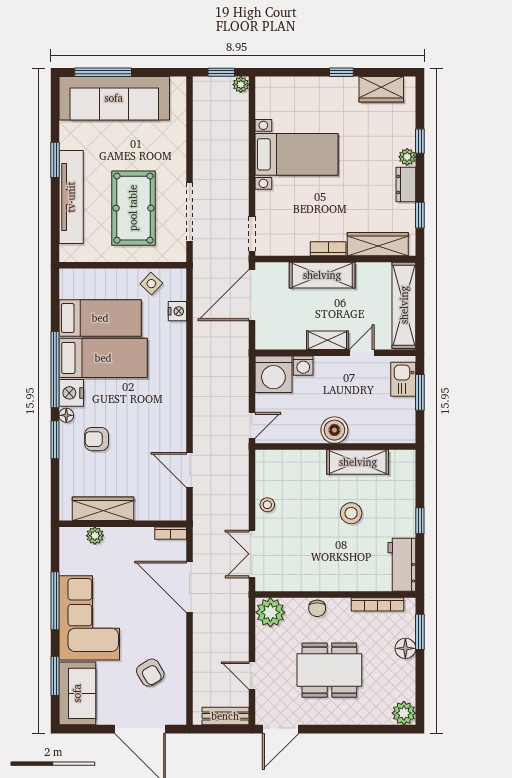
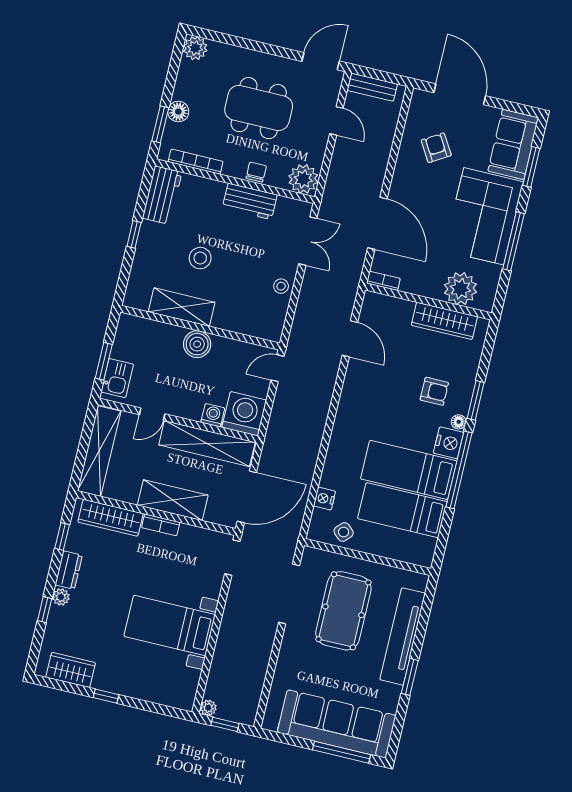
shelving: (327, 340) -> (207, 444), width x2.20, depth x1.33
plant: (95, 536) -> (460, 289), width x1.87, depth x1.87
workbench: (317, 579) -> (250, 201), added

